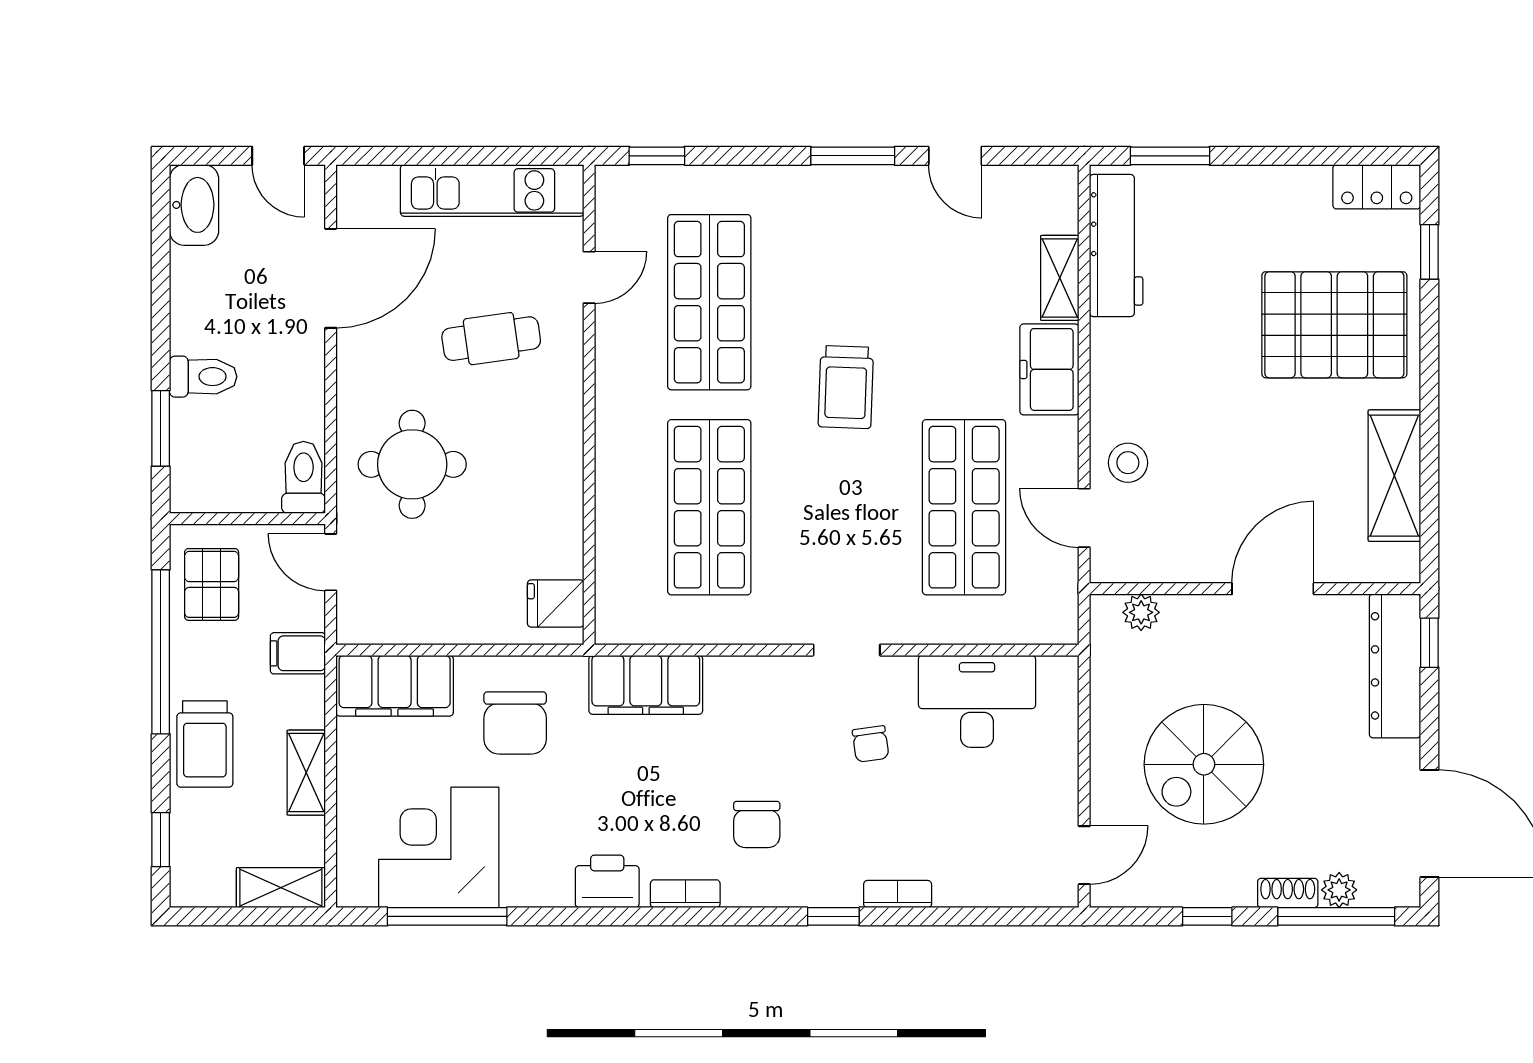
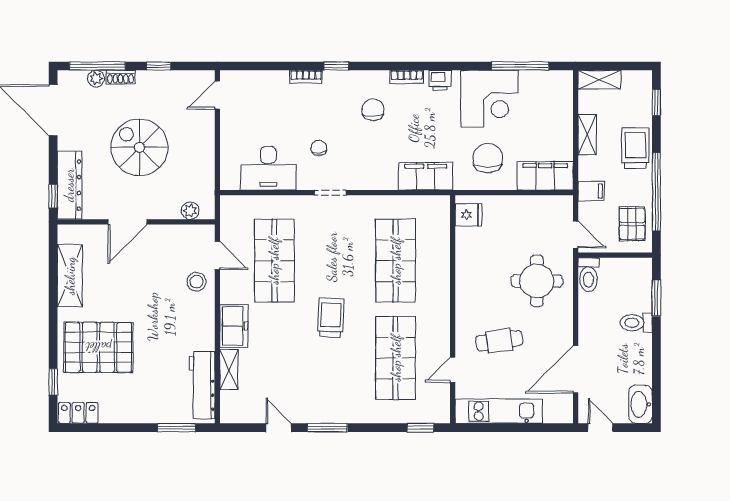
spiral stairs: (1204, 764) -> (139, 147), moved, turned -90
corner desk: (439, 847) -> (489, 99), moved
printer: (607, 881) -> (440, 80), width x0.73, depth x0.81

